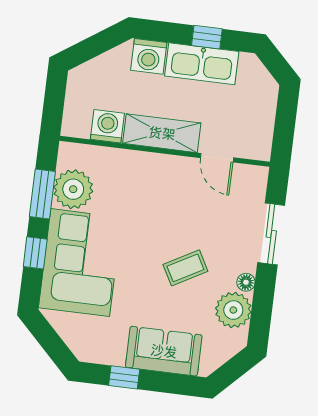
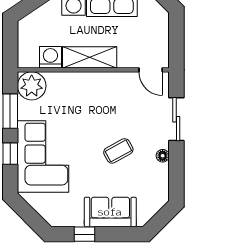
door: (217, 158) -> (151, 70), moved
plant: (73, 189) -> (32, 86), moved
plant: (233, 310) -> (156, 177), removed

